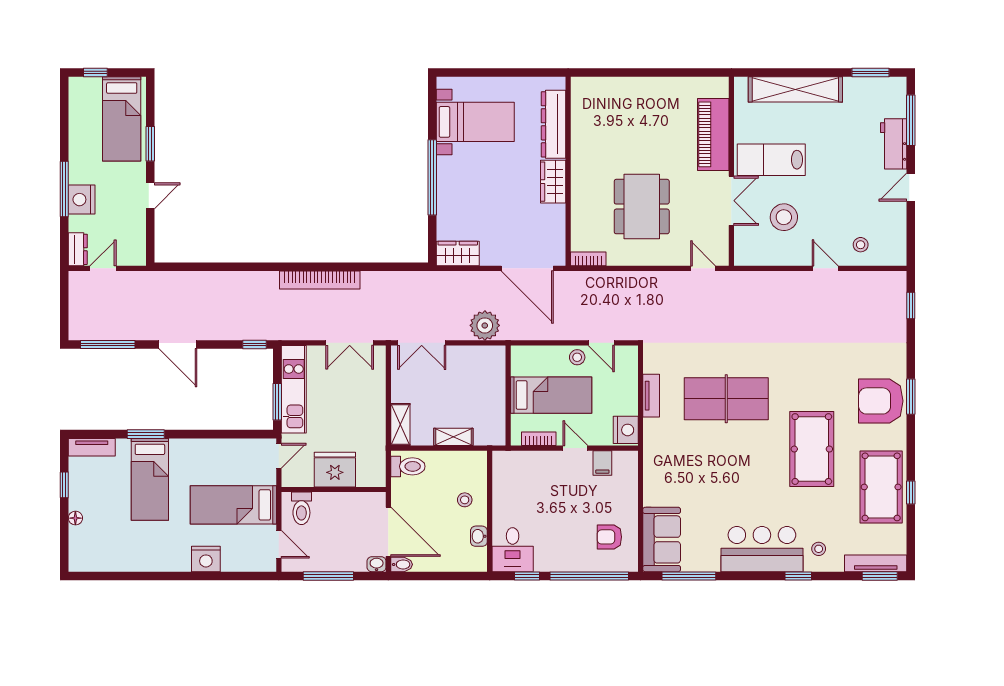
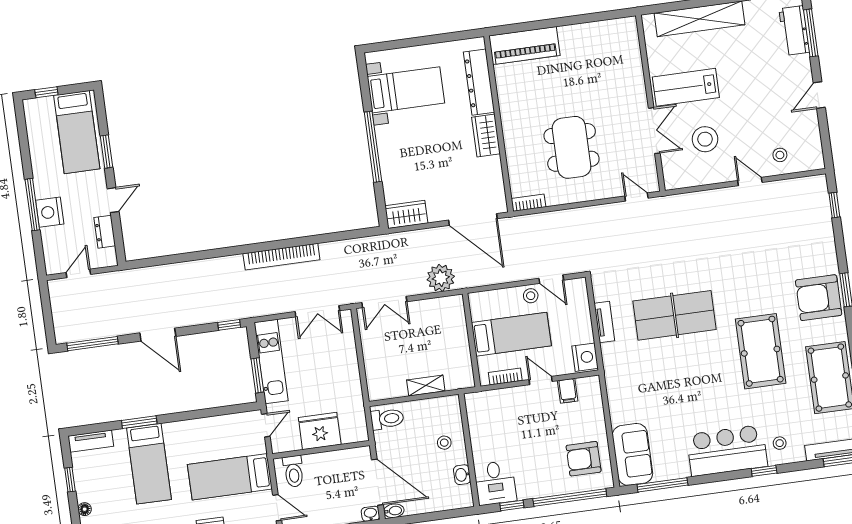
piano: (713, 134) -> (524, 46), moved, turned -90
workbench: (894, 144) -> (794, 30), moved
dresser: (78, 249) -> (105, 232), moved, turned 180
shelving: (400, 424) -> (375, 381), removed
armchair: (609, 537) -> (584, 459), width x1.38, depth x1.38

